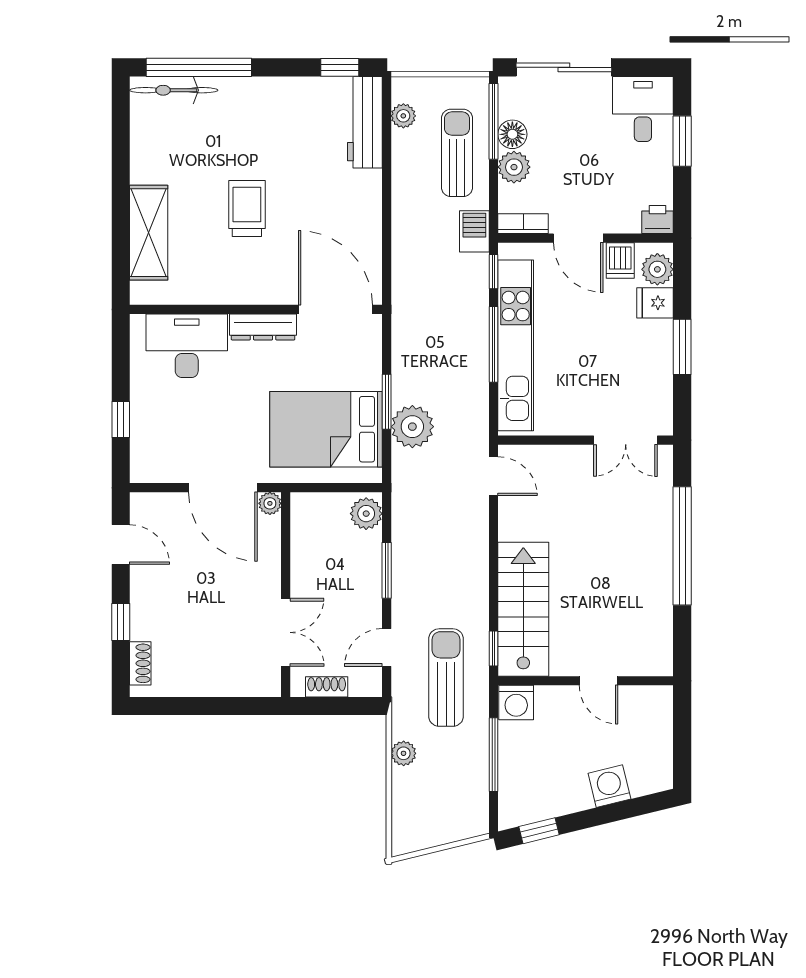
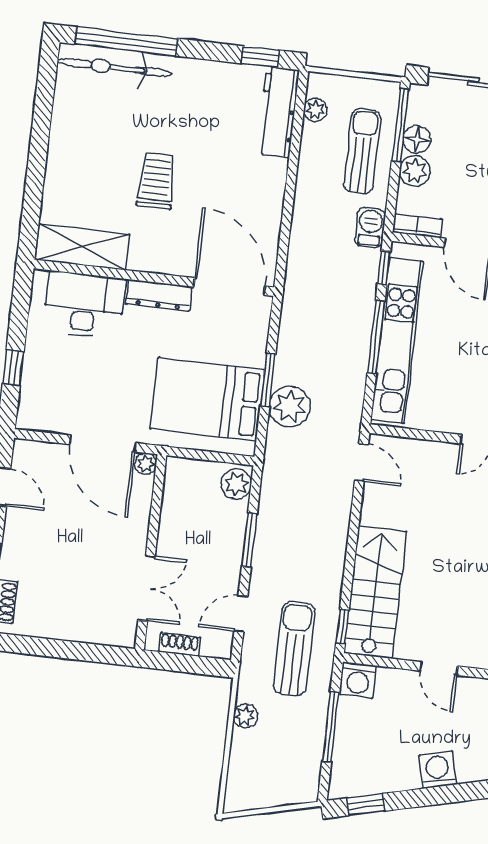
bicycle: (174, 90) -> (115, 67), width x1.37, depth x1.40
shelving: (149, 233) -> (83, 247), moved, turned 90

